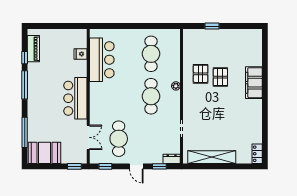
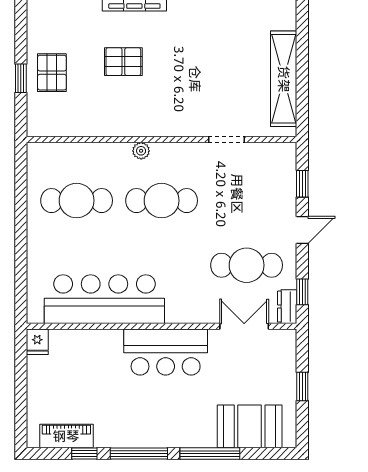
fridge: (81, 54) -> (37, 342), moved
bar counter: (102, 60) -> (104, 299), width x1.36
pallet: (201, 74) -> (52, 73), moved, turned 90
window: (25, 132) -> (210, 454), moved
booth: (45, 153) -> (250, 426), moved, turned 90
dresser: (172, 159) -> (287, 307), moved
window: (74, 166) -> (302, 387), moved

